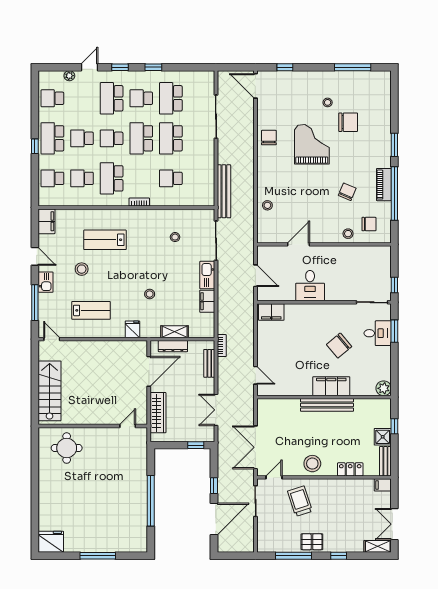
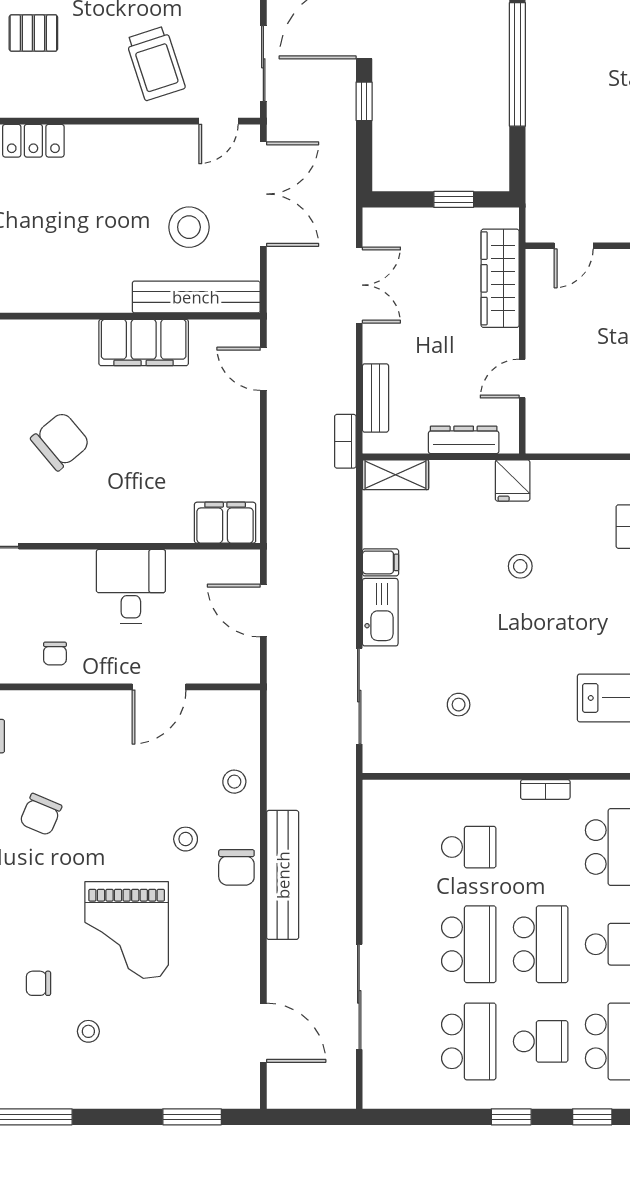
window: (285, 67) -> (192, 1117), width x1.50
door: (255, 86) -> (263, 1033), moved
chair: (348, 122) -> (38, 983), width x0.54, depth x0.54
chair: (269, 138) -> (236, 867), moved
bench: (224, 191) -> (283, 875), moved
stool: (348, 234) -> (186, 839), moved
chair: (341, 258) -> (55, 654), added
filing cabinet: (207, 301) -> (380, 562), width x0.50
fridge: (132, 329) -> (513, 481), moved
shelving: (175, 332) -> (395, 475), moved
door: (149, 371) -> (522, 379), width x0.53
filing cabinet: (331, 386) -> (144, 342), moved
bench: (327, 405) -> (196, 297), moved
window: (196, 445) -> (454, 199), moved
stool: (312, 464) -> (189, 227), moved
pallet: (350, 514) -> (33, 33), added

